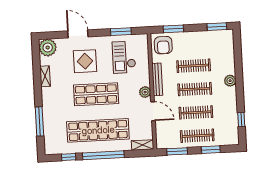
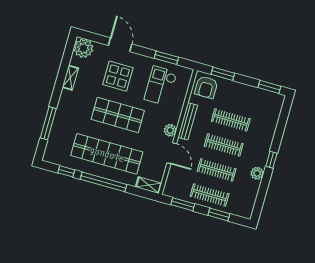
plant: (230, 81) -> (257, 173), moved
window: (241, 120) -> (271, 160), moved

